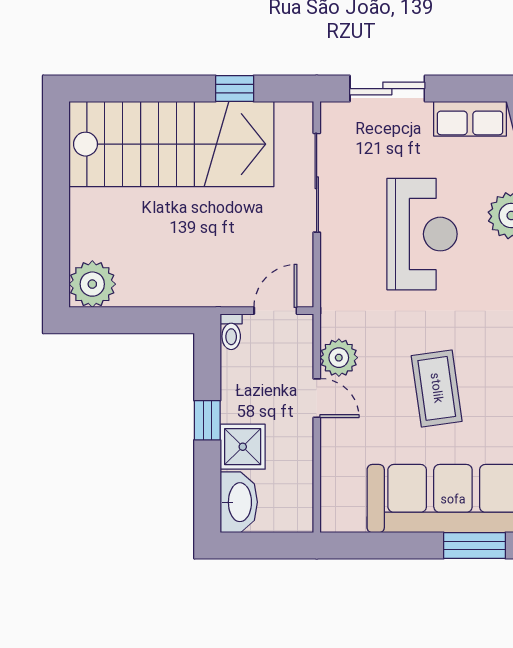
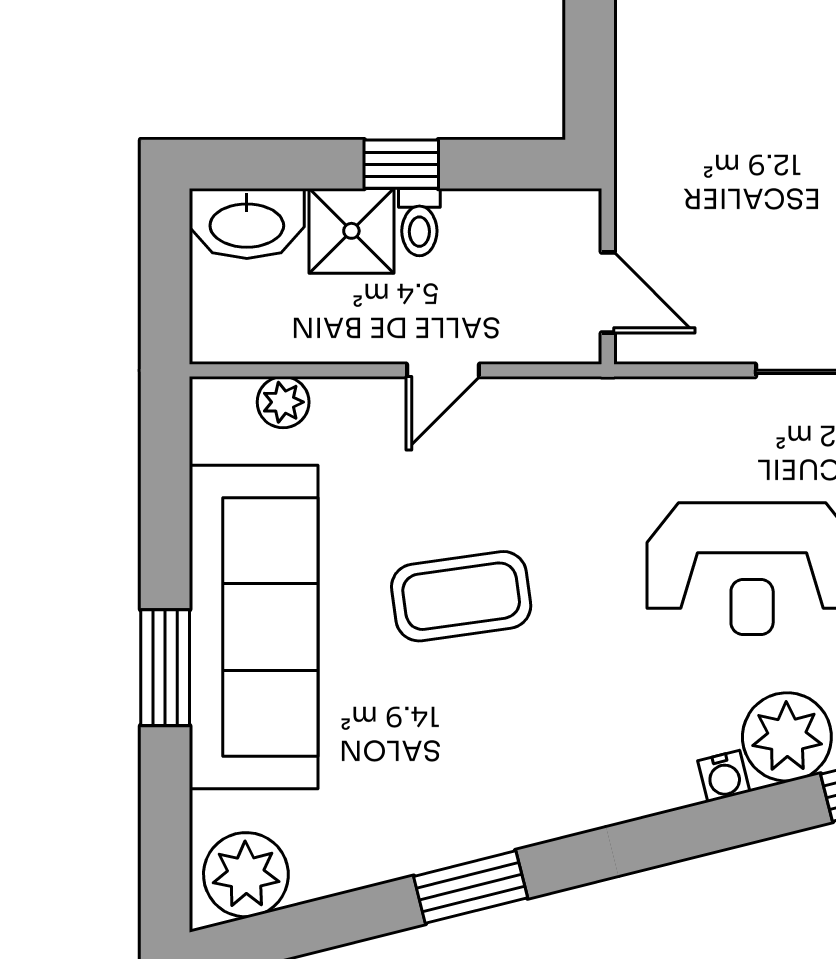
toilet: (231, 332) -> (419, 222), moved, turned -90
plant: (339, 358) -> (283, 402), moved, width x0.73, depth x0.73

